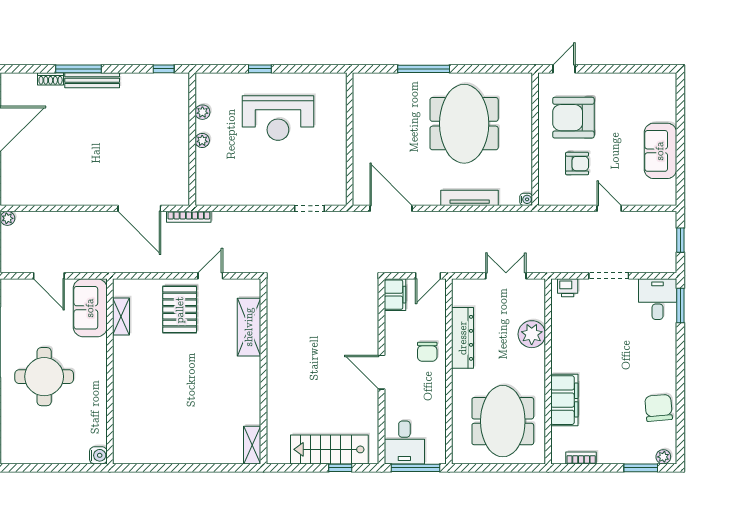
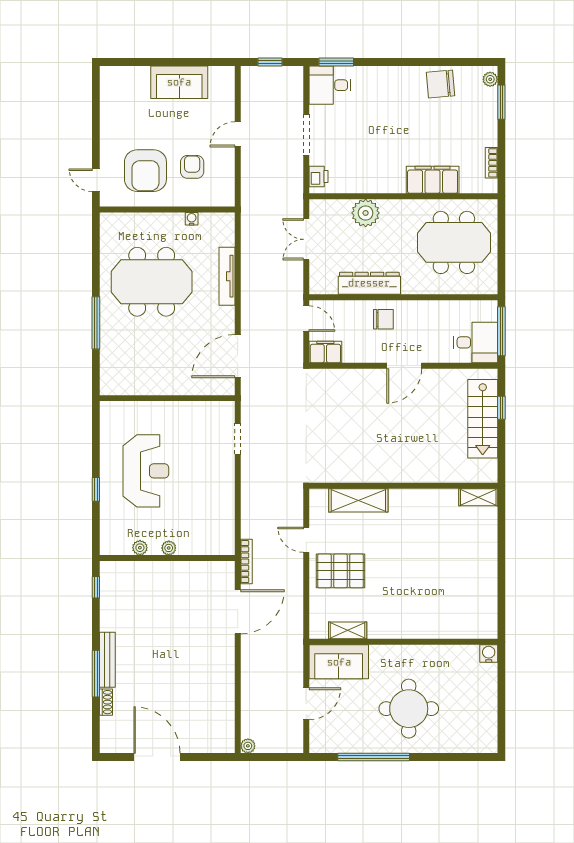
water cooler: (526, 199) -> (192, 219), moved

